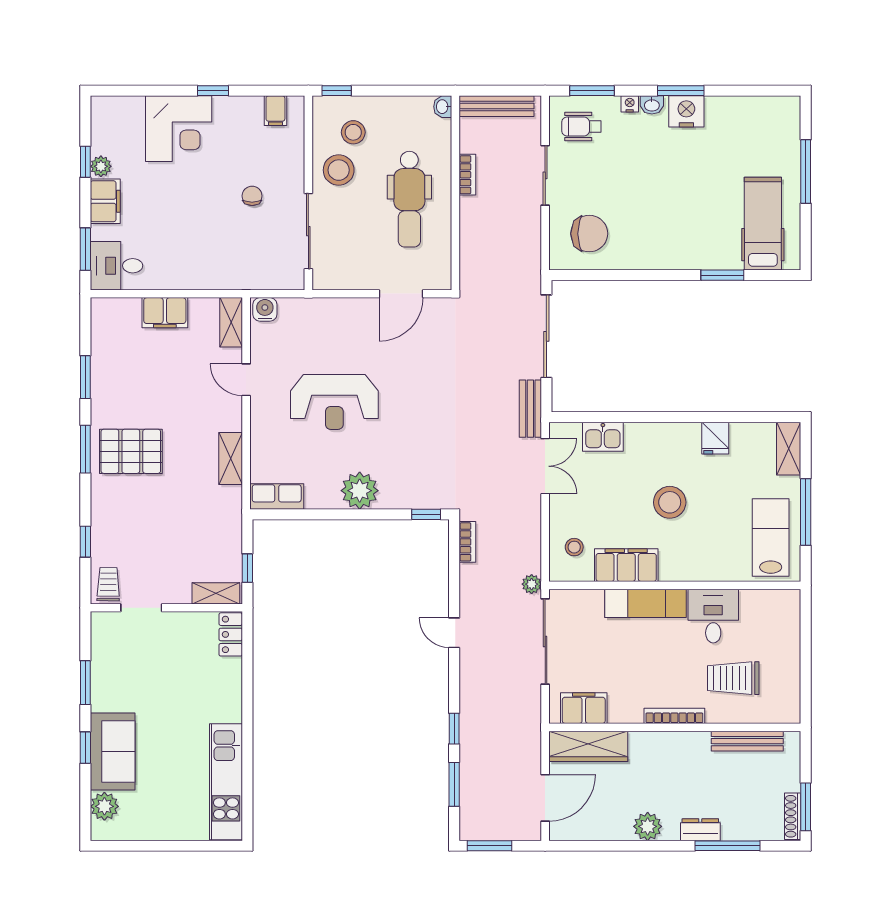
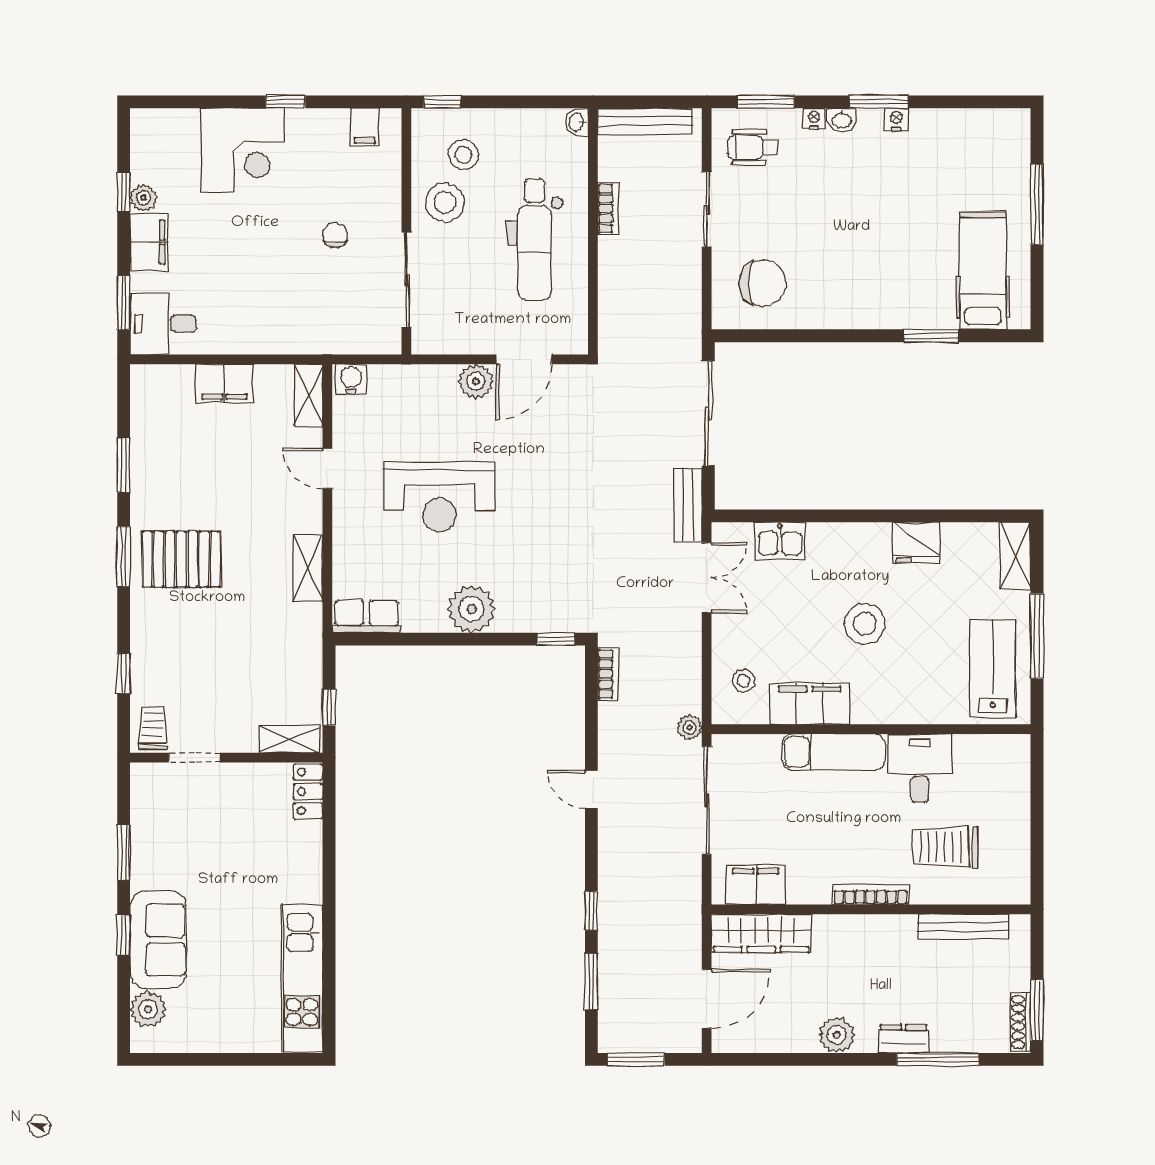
nightstand: (686, 111) -> (896, 119), width x0.53, depth x0.56
plant: (363, 311) -> (476, 381), added
fridge: (715, 438) -> (916, 543), width x1.38

